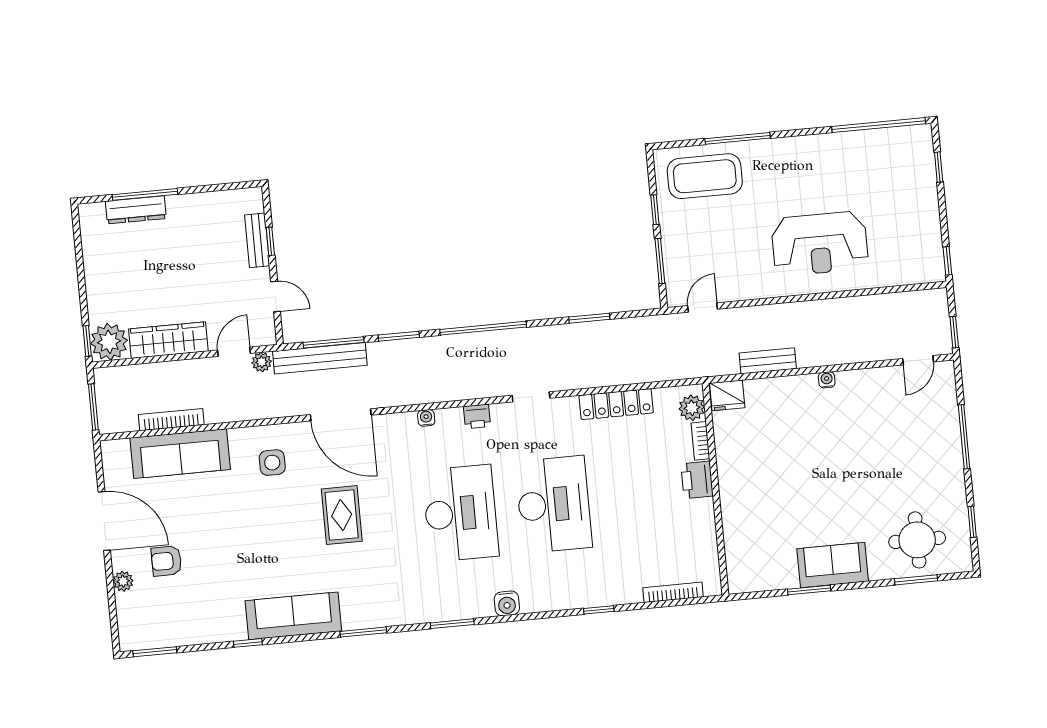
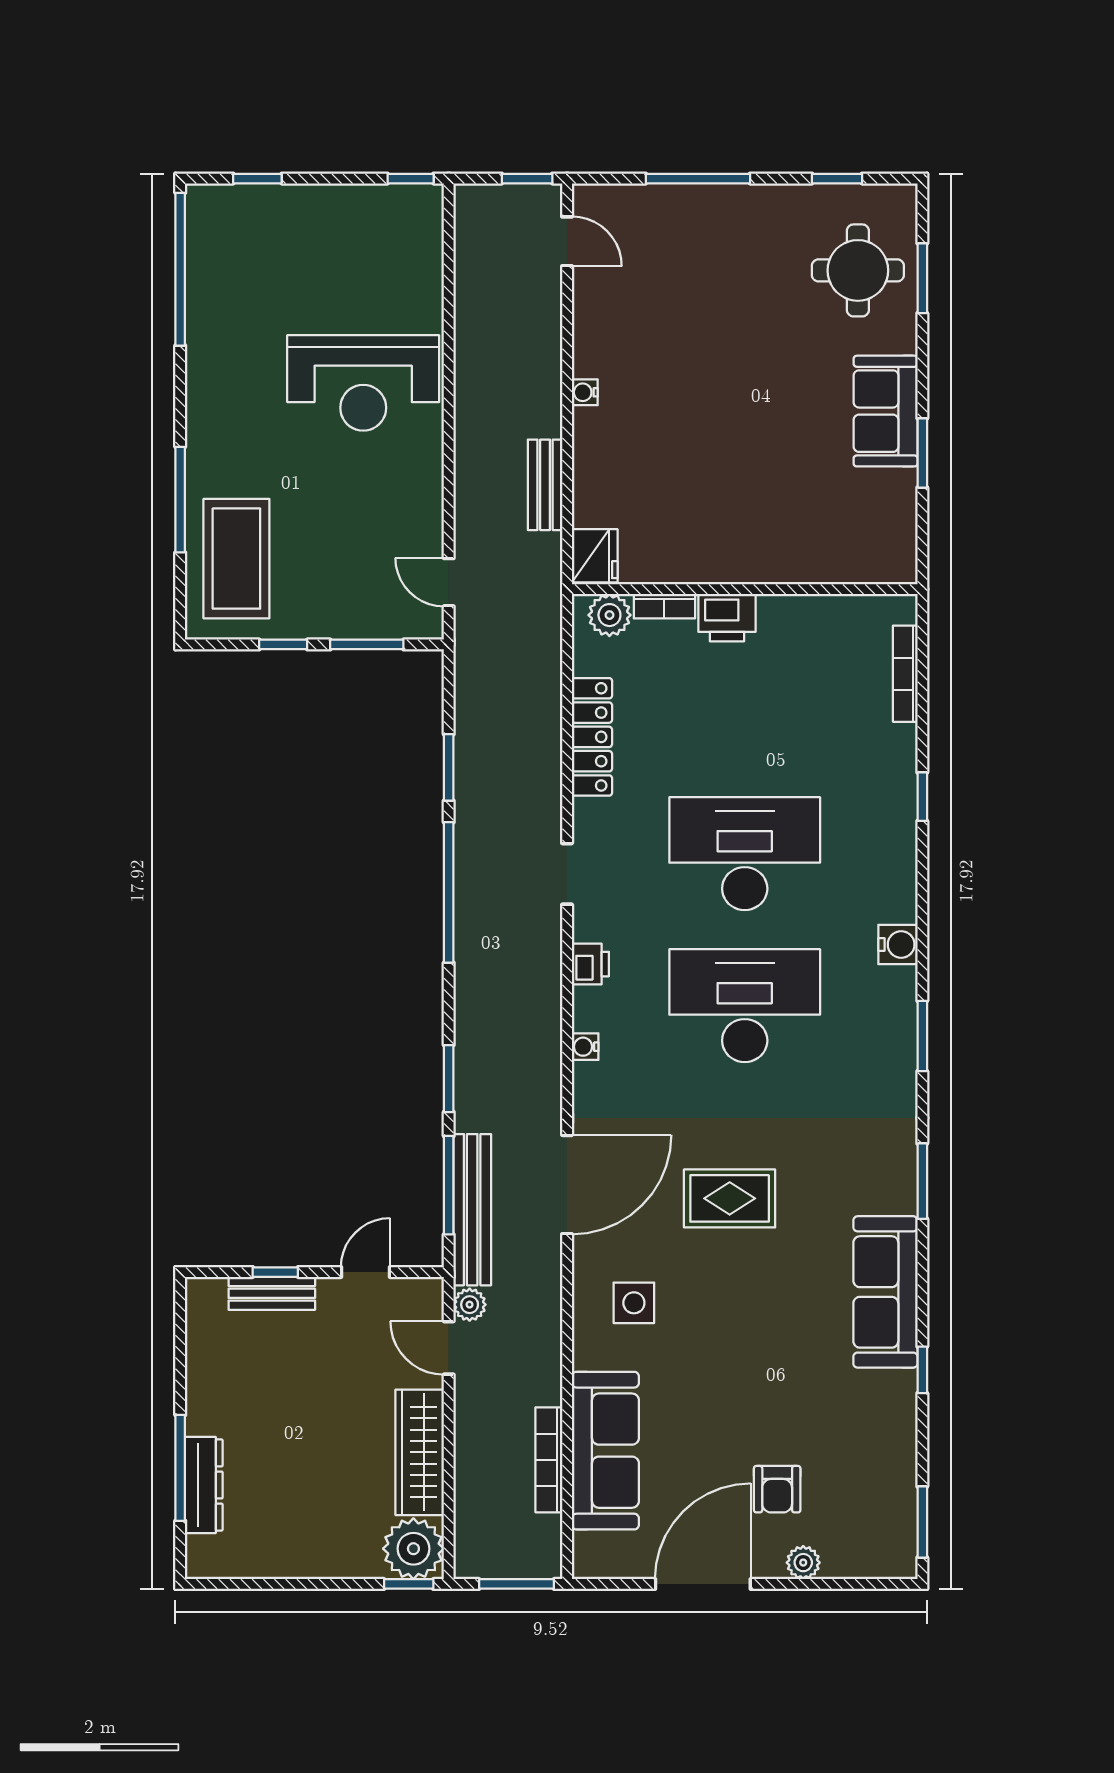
reception desk: (820, 244) -> (363, 383), turned 90
window: (483, 328) -> (449, 892), moved

